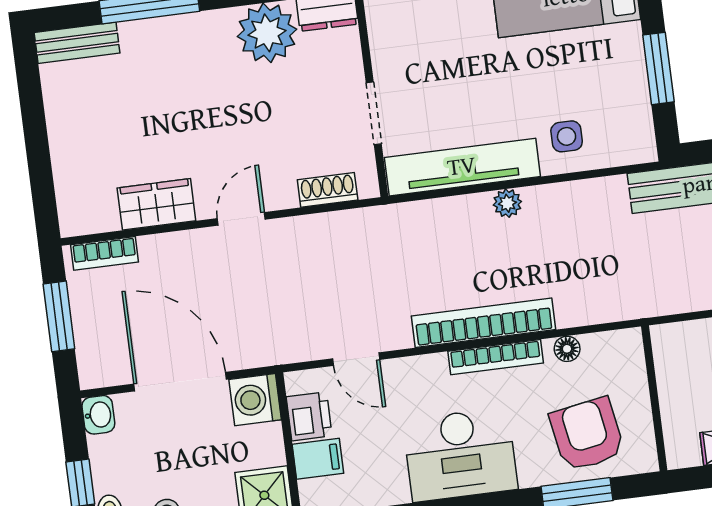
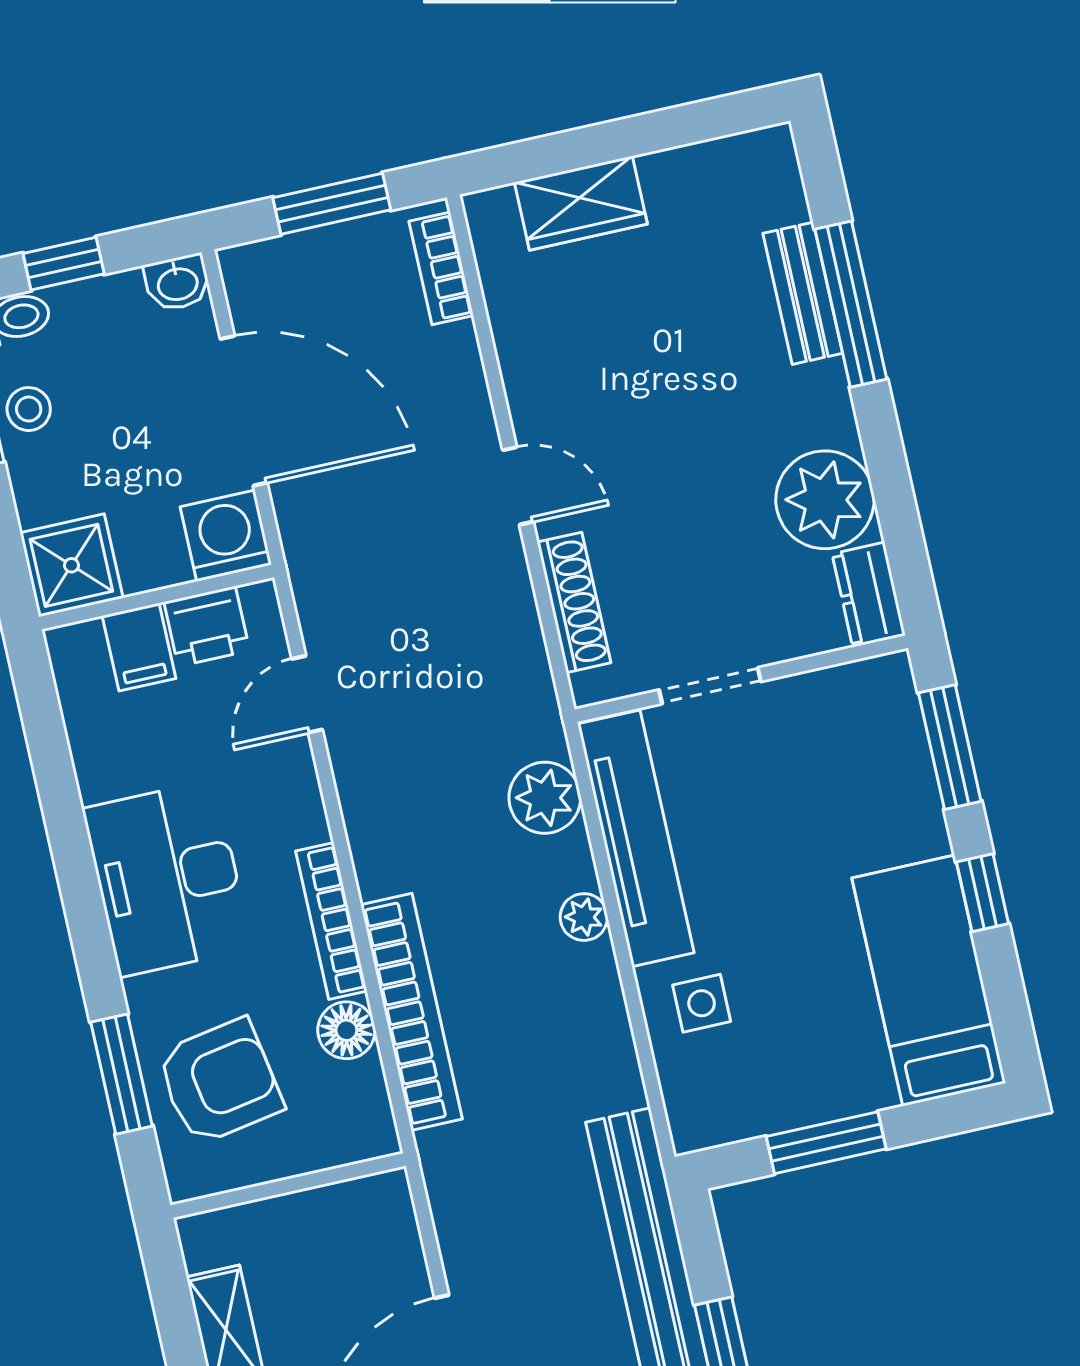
bench: (77, 43) -> (803, 293), moved
shoe rack: (328, 190) -> (574, 602), width x1.43
wardrobe: (156, 204) -> (581, 203), moved, turned 90
plant: (433, 220) -> (545, 798), added
bookcase: (483, 323) -> (411, 1012), moved
floor lamp: (567, 349) -> (346, 1030), width x1.37, depth x1.37
door: (180, 382) -> (244, 411), hinge flipped

